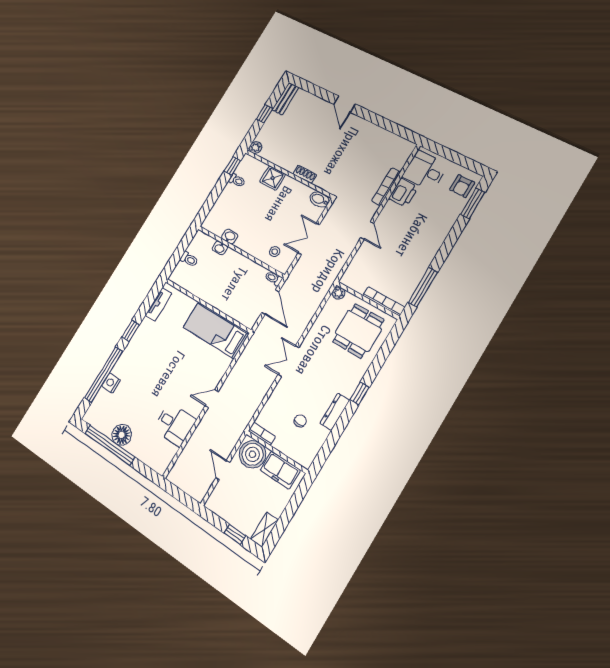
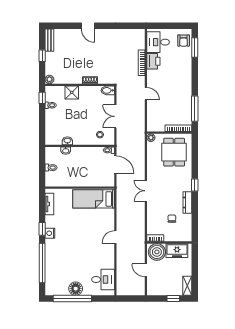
nightstand: (111, 383) -> (50, 233), moved
desk: (175, 424) -> (103, 279), moved

